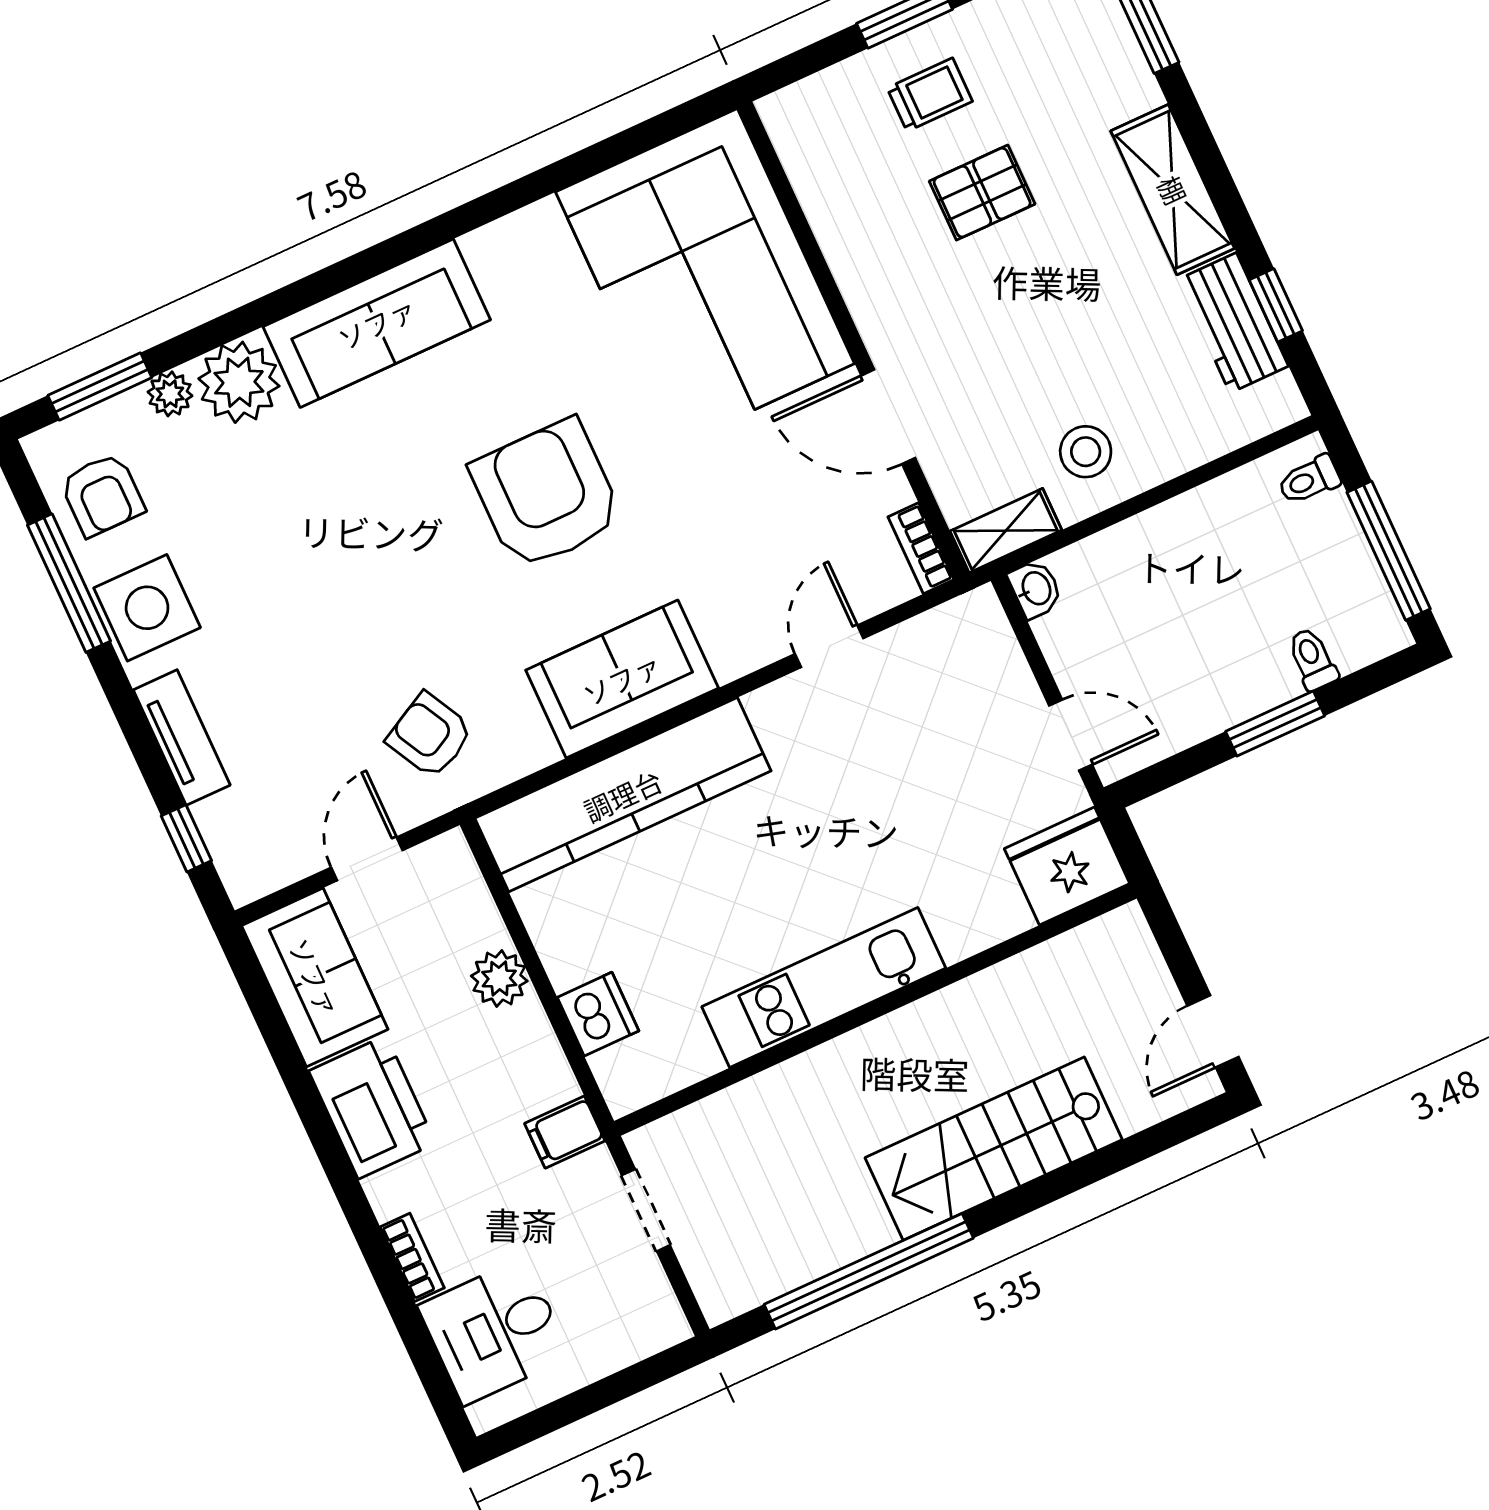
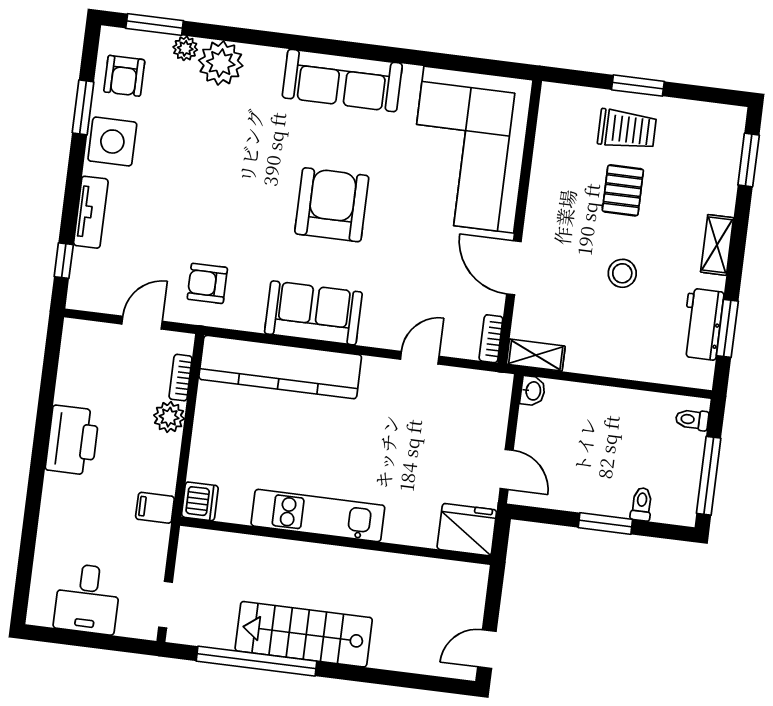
trolley: (930, 95) -> (627, 129), width x1.36, depth x1.39
shelving: (1173, 190) -> (717, 245), width x0.67, depth x0.75
pallet: (982, 193) -> (623, 190), turned 90
window: (1276, 305) -> (727, 328), width x1.50
sofa: (377, 323) -> (342, 81), moved
stool: (1086, 452) -> (622, 273), moved
window: (69, 583) -> (83, 107), width x0.69
armchair: (430, 735) -> (207, 283), turned -62
sofa: (315, 977) -> (83, 363), removed
dishwasher: (598, 1014) -> (200, 501), moved
stairs: (994, 1149) -> (304, 634), moved
doorway: (646, 1210) -> (166, 605), moved
bookcase: (412, 1257) -> (181, 378), moved, turned 180
desk: (494, 1331) -> (87, 599), moved, turned -90

